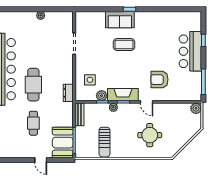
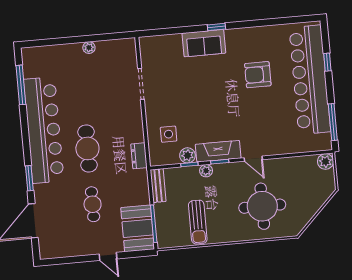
coffee table: (124, 45) -> (213, 79), removed
bar counter: (190, 51) -> (310, 80), width x1.86
armchair: (159, 80) -> (258, 75), moved
round table: (150, 135) -> (262, 206), width x1.36, depth x1.36

